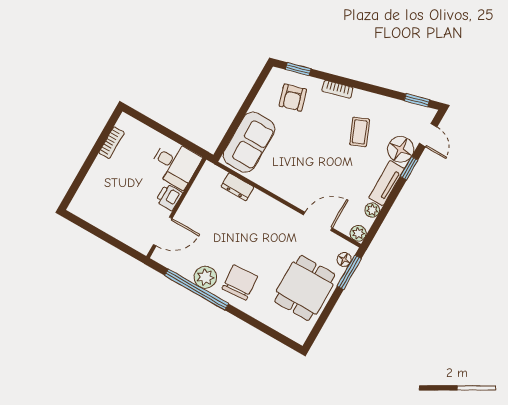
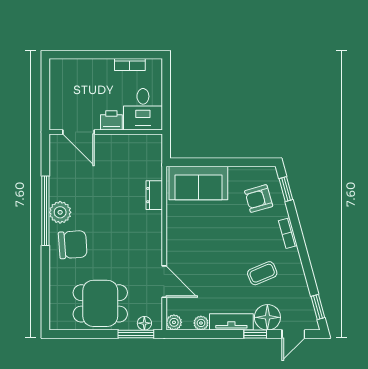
desk: (175, 164) -> (143, 109), moved
printer: (169, 197) -> (111, 120), moved
wall: (176, 208) -> (106, 132), moved
door: (163, 231) -> (79, 132), moved

